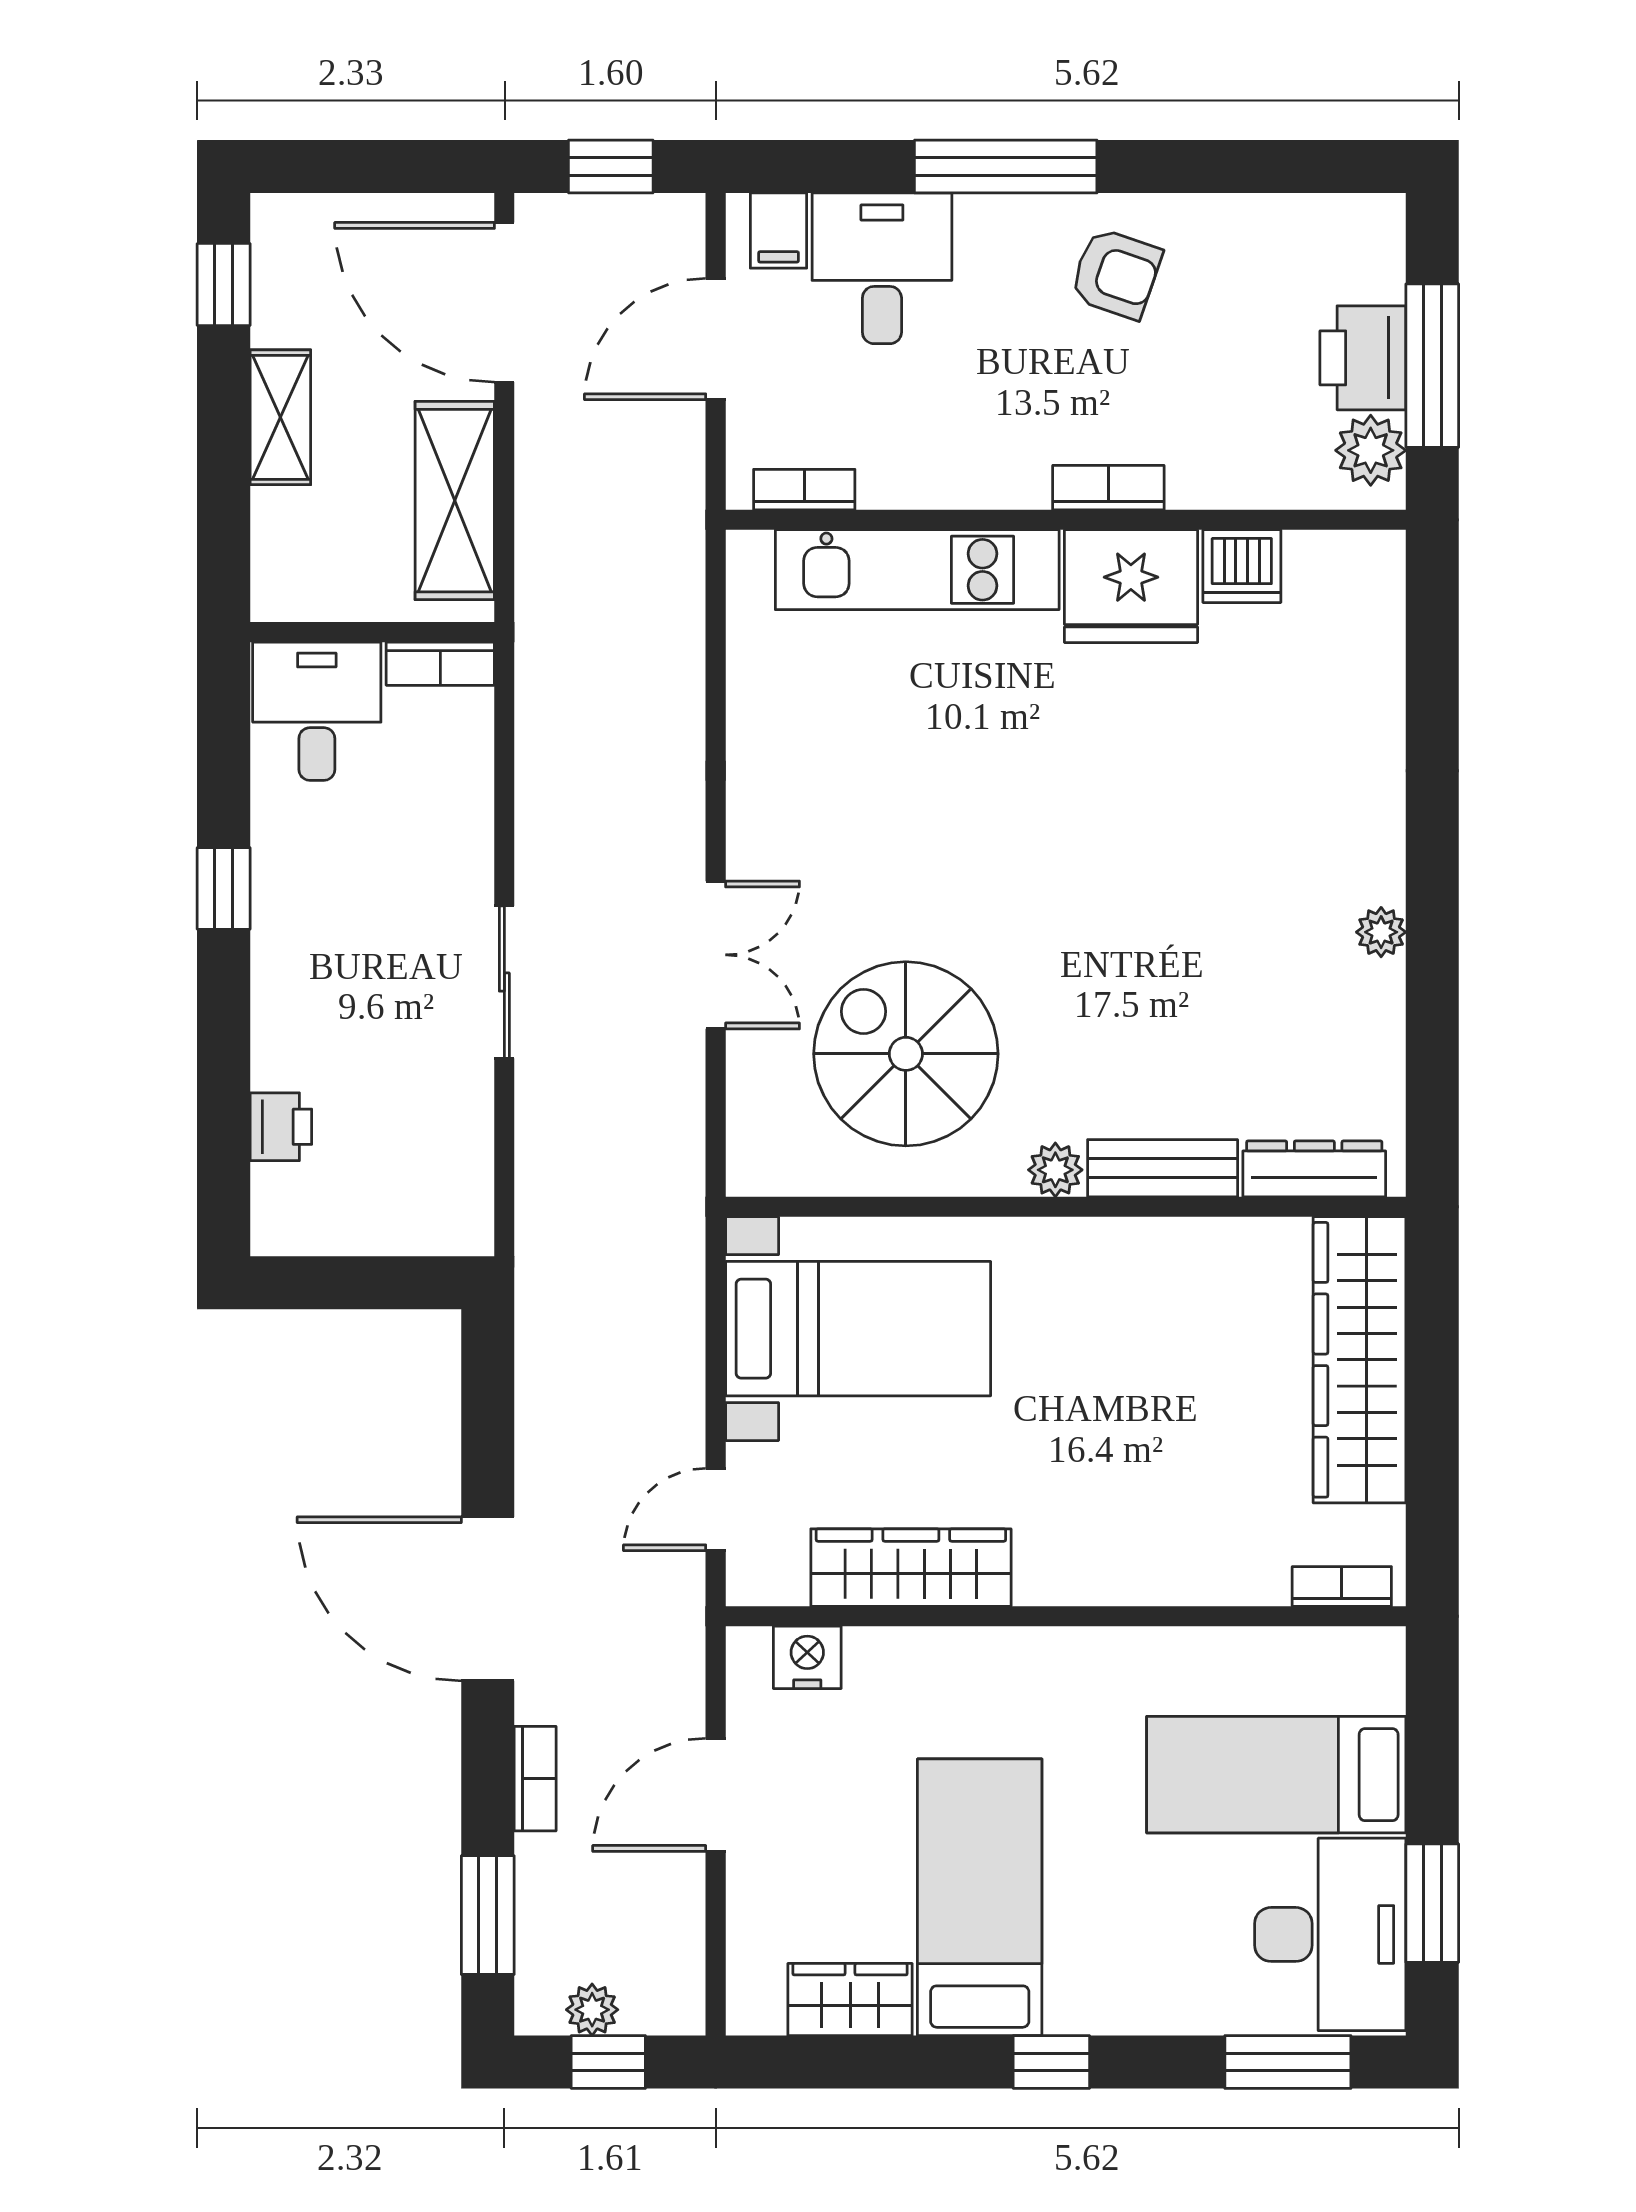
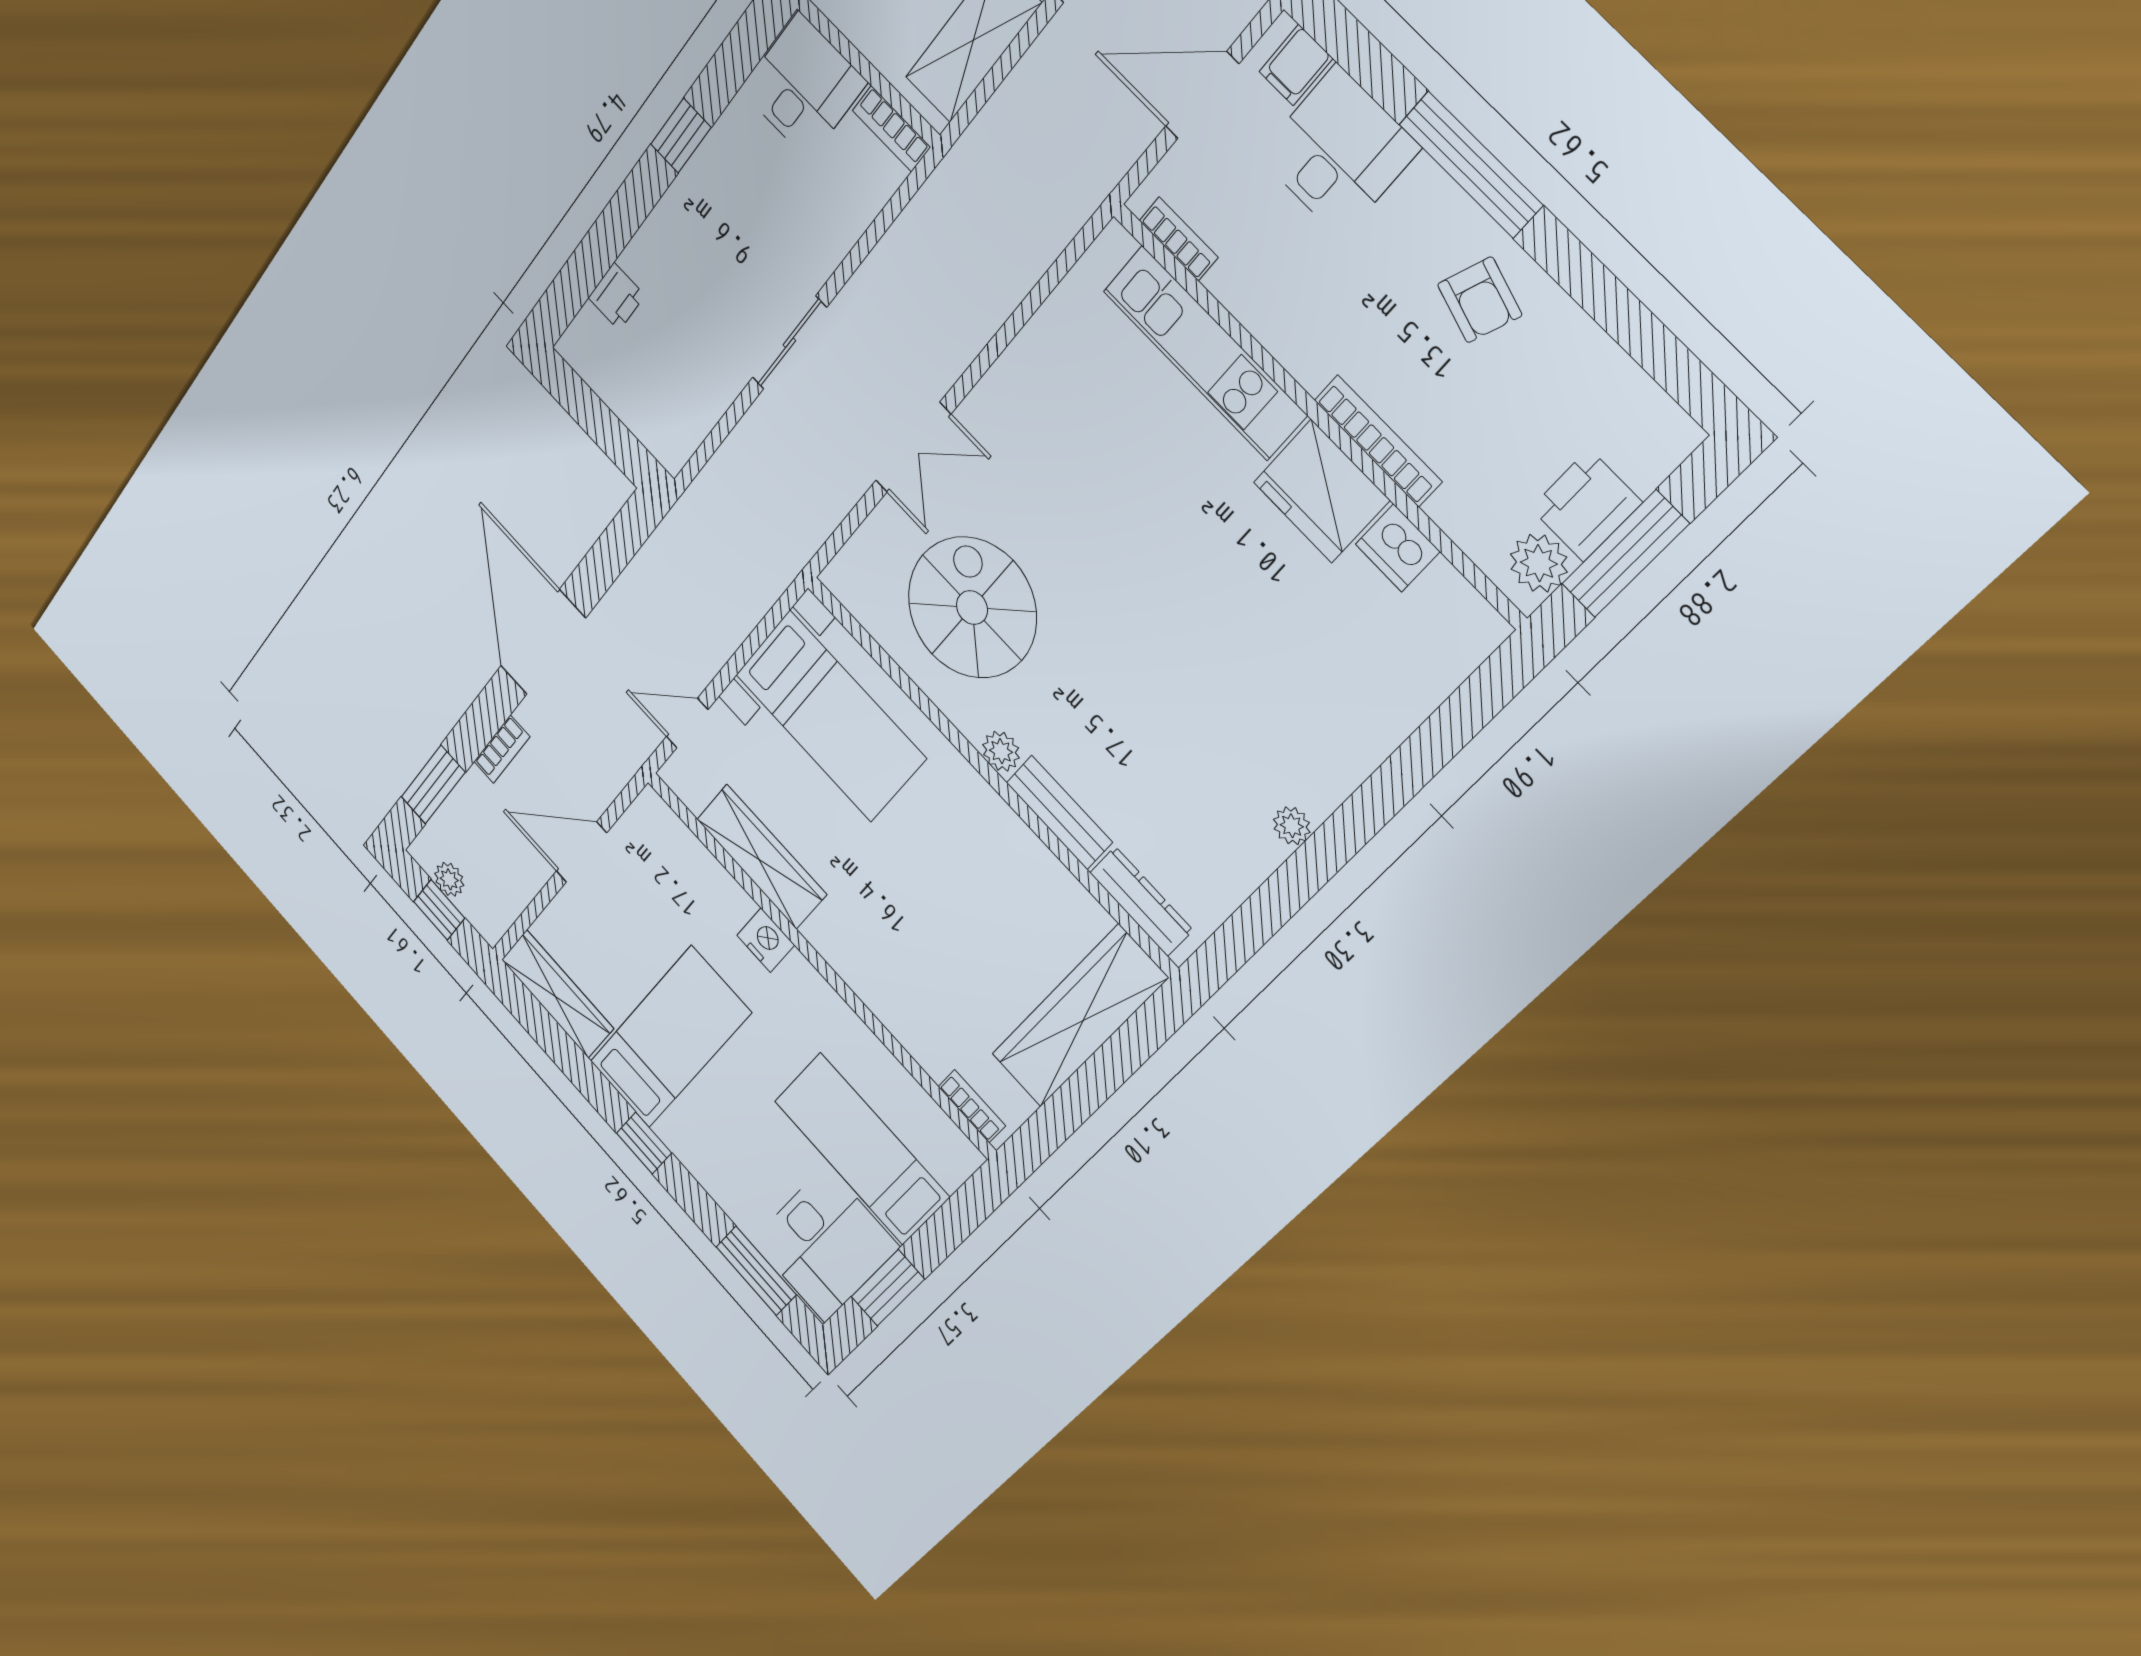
bookcase: (1108, 488) -> (1378, 441), width x1.56
nightstand: (807, 1657) -> (766, 940), moved
wardrobe: (850, 2000) -> (557, 994), width x1.50

